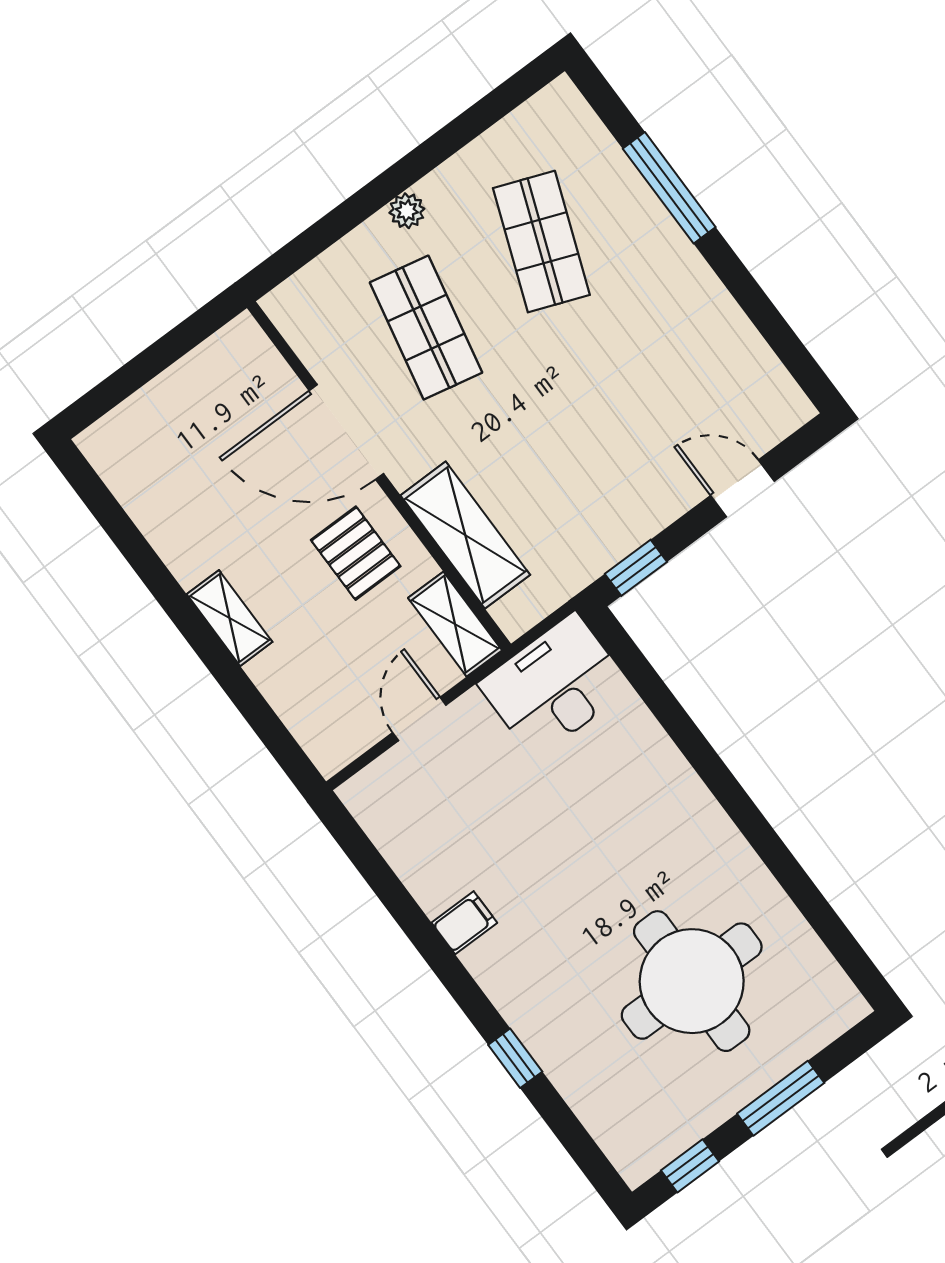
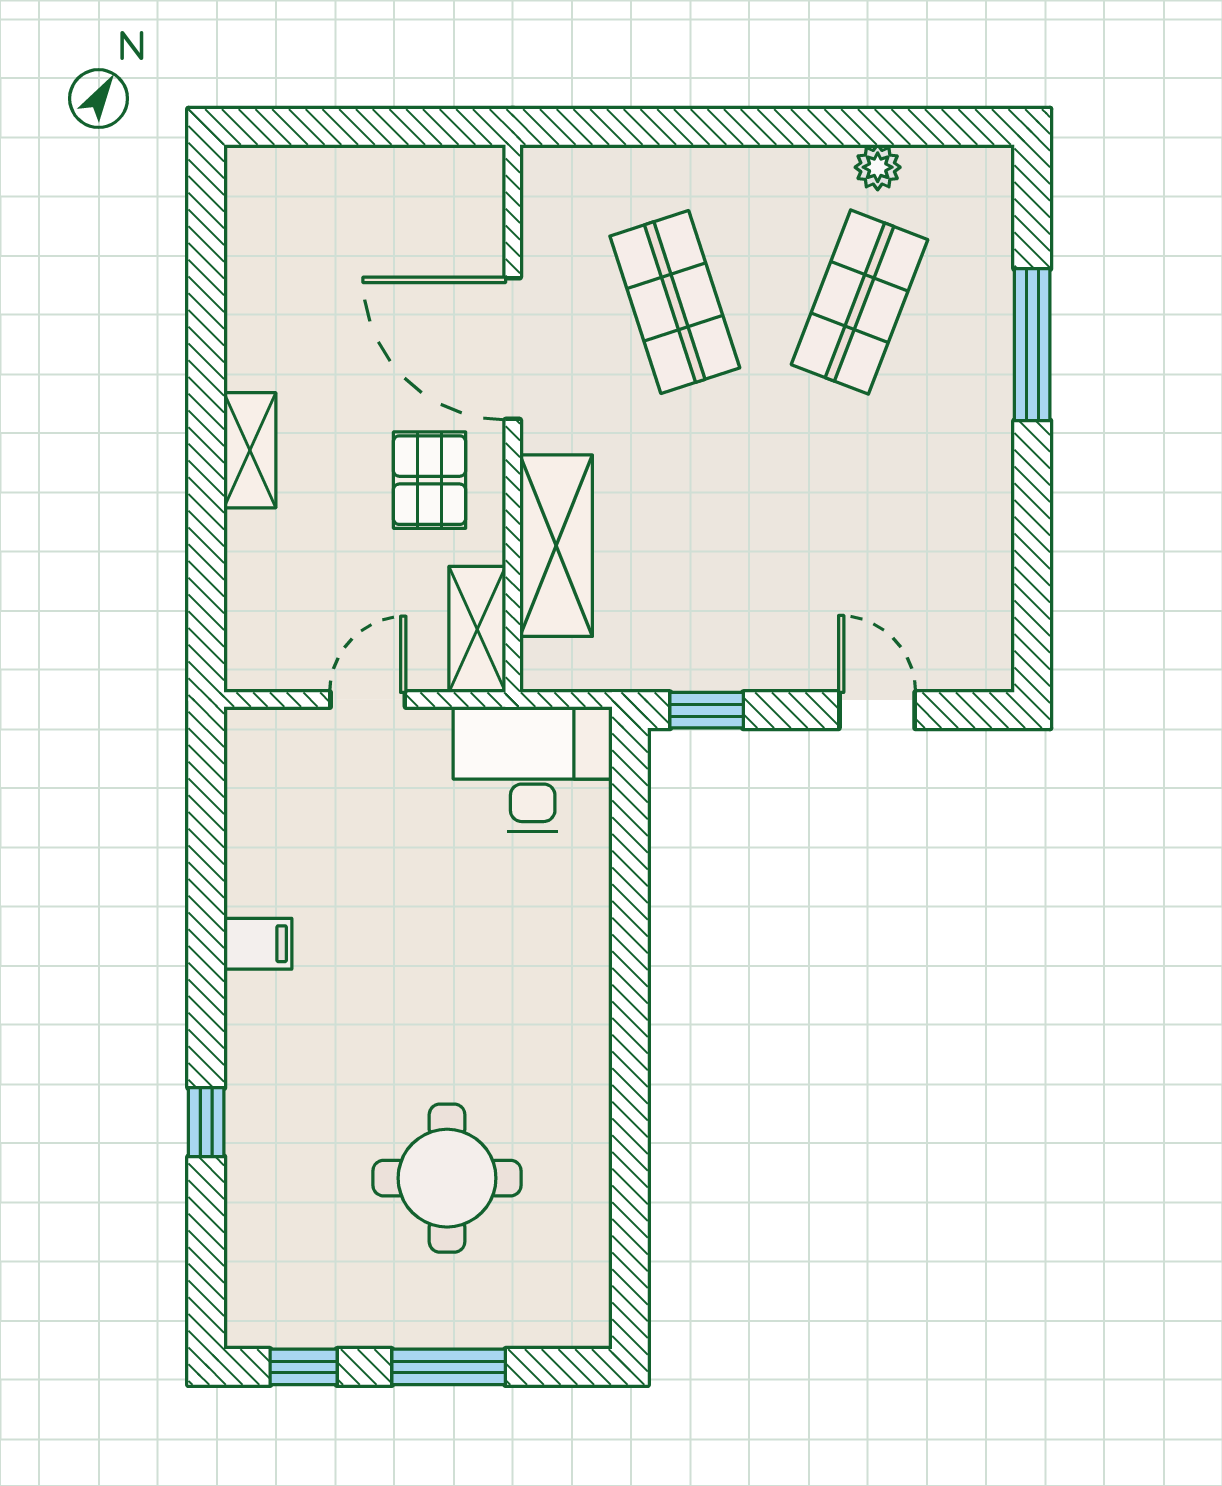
plant: (407, 211) -> (878, 167), moved
shop shelf: (426, 328) -> (675, 302), turned -30
round table: (692, 981) -> (447, 1178), width x0.73, depth x0.73

